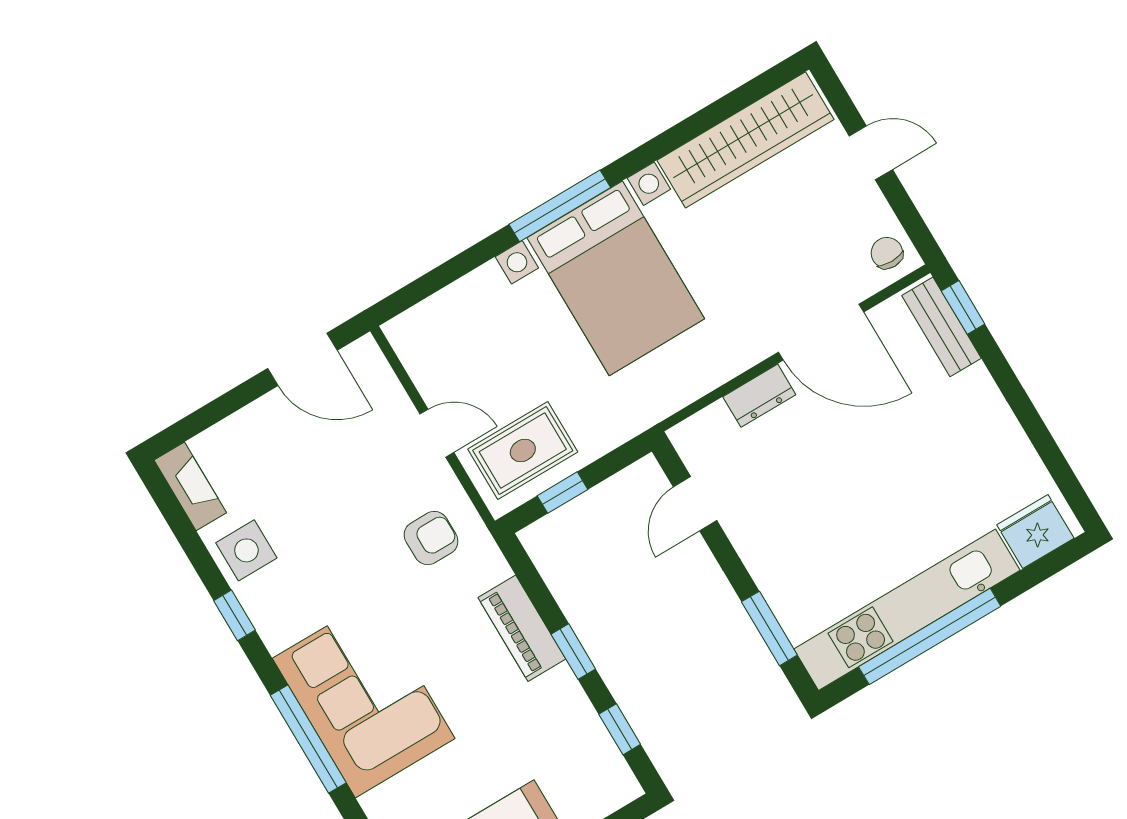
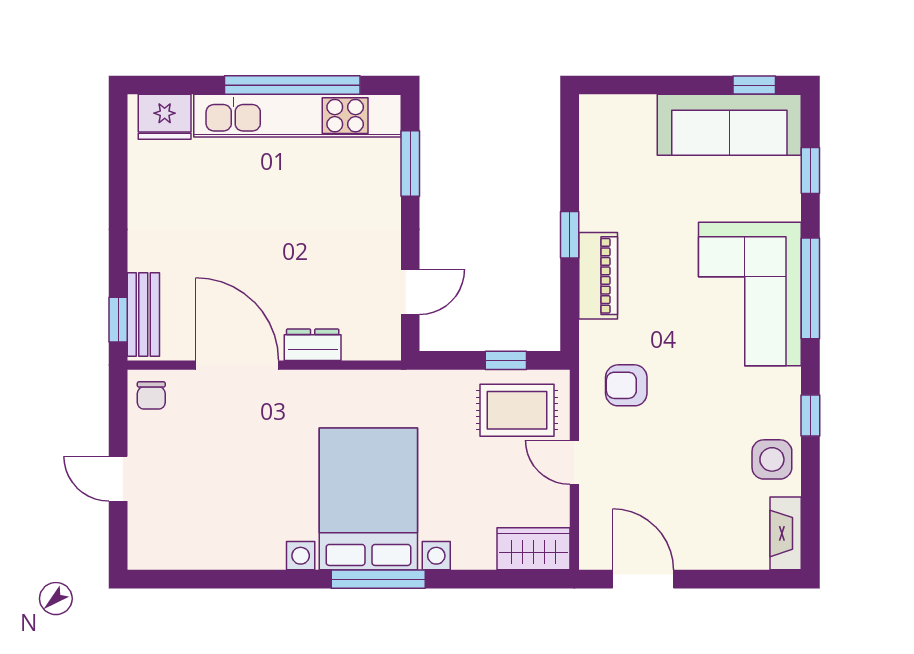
wardrobe: (745, 140) -> (534, 549), moved, width x0.48, depth x0.85
window: (620, 729) -> (570, 155), removed

